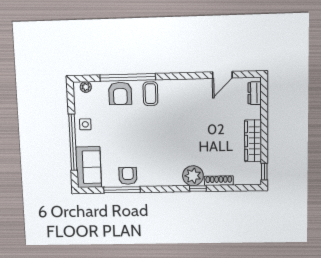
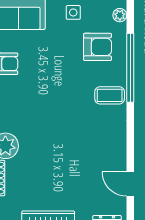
armchair: (120, 93) -> (98, 47), moved, turned 180

